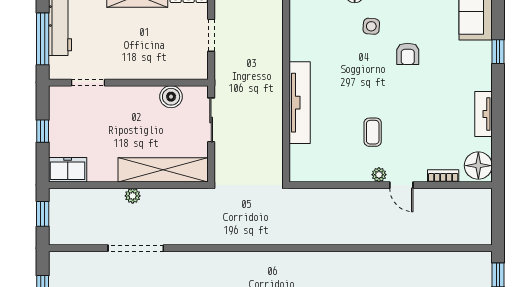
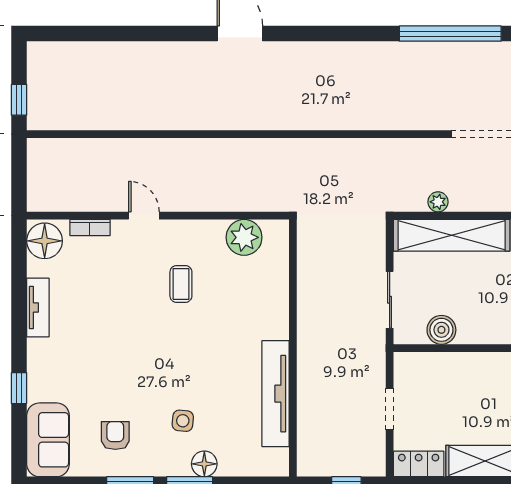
armchair: (408, 54) -> (115, 436), moved
tv unit: (300, 103) -> (275, 394), moved
plant: (379, 175) -> (244, 237), moved, width x1.87, depth x1.87
plant: (133, 196) -> (438, 202), moved

